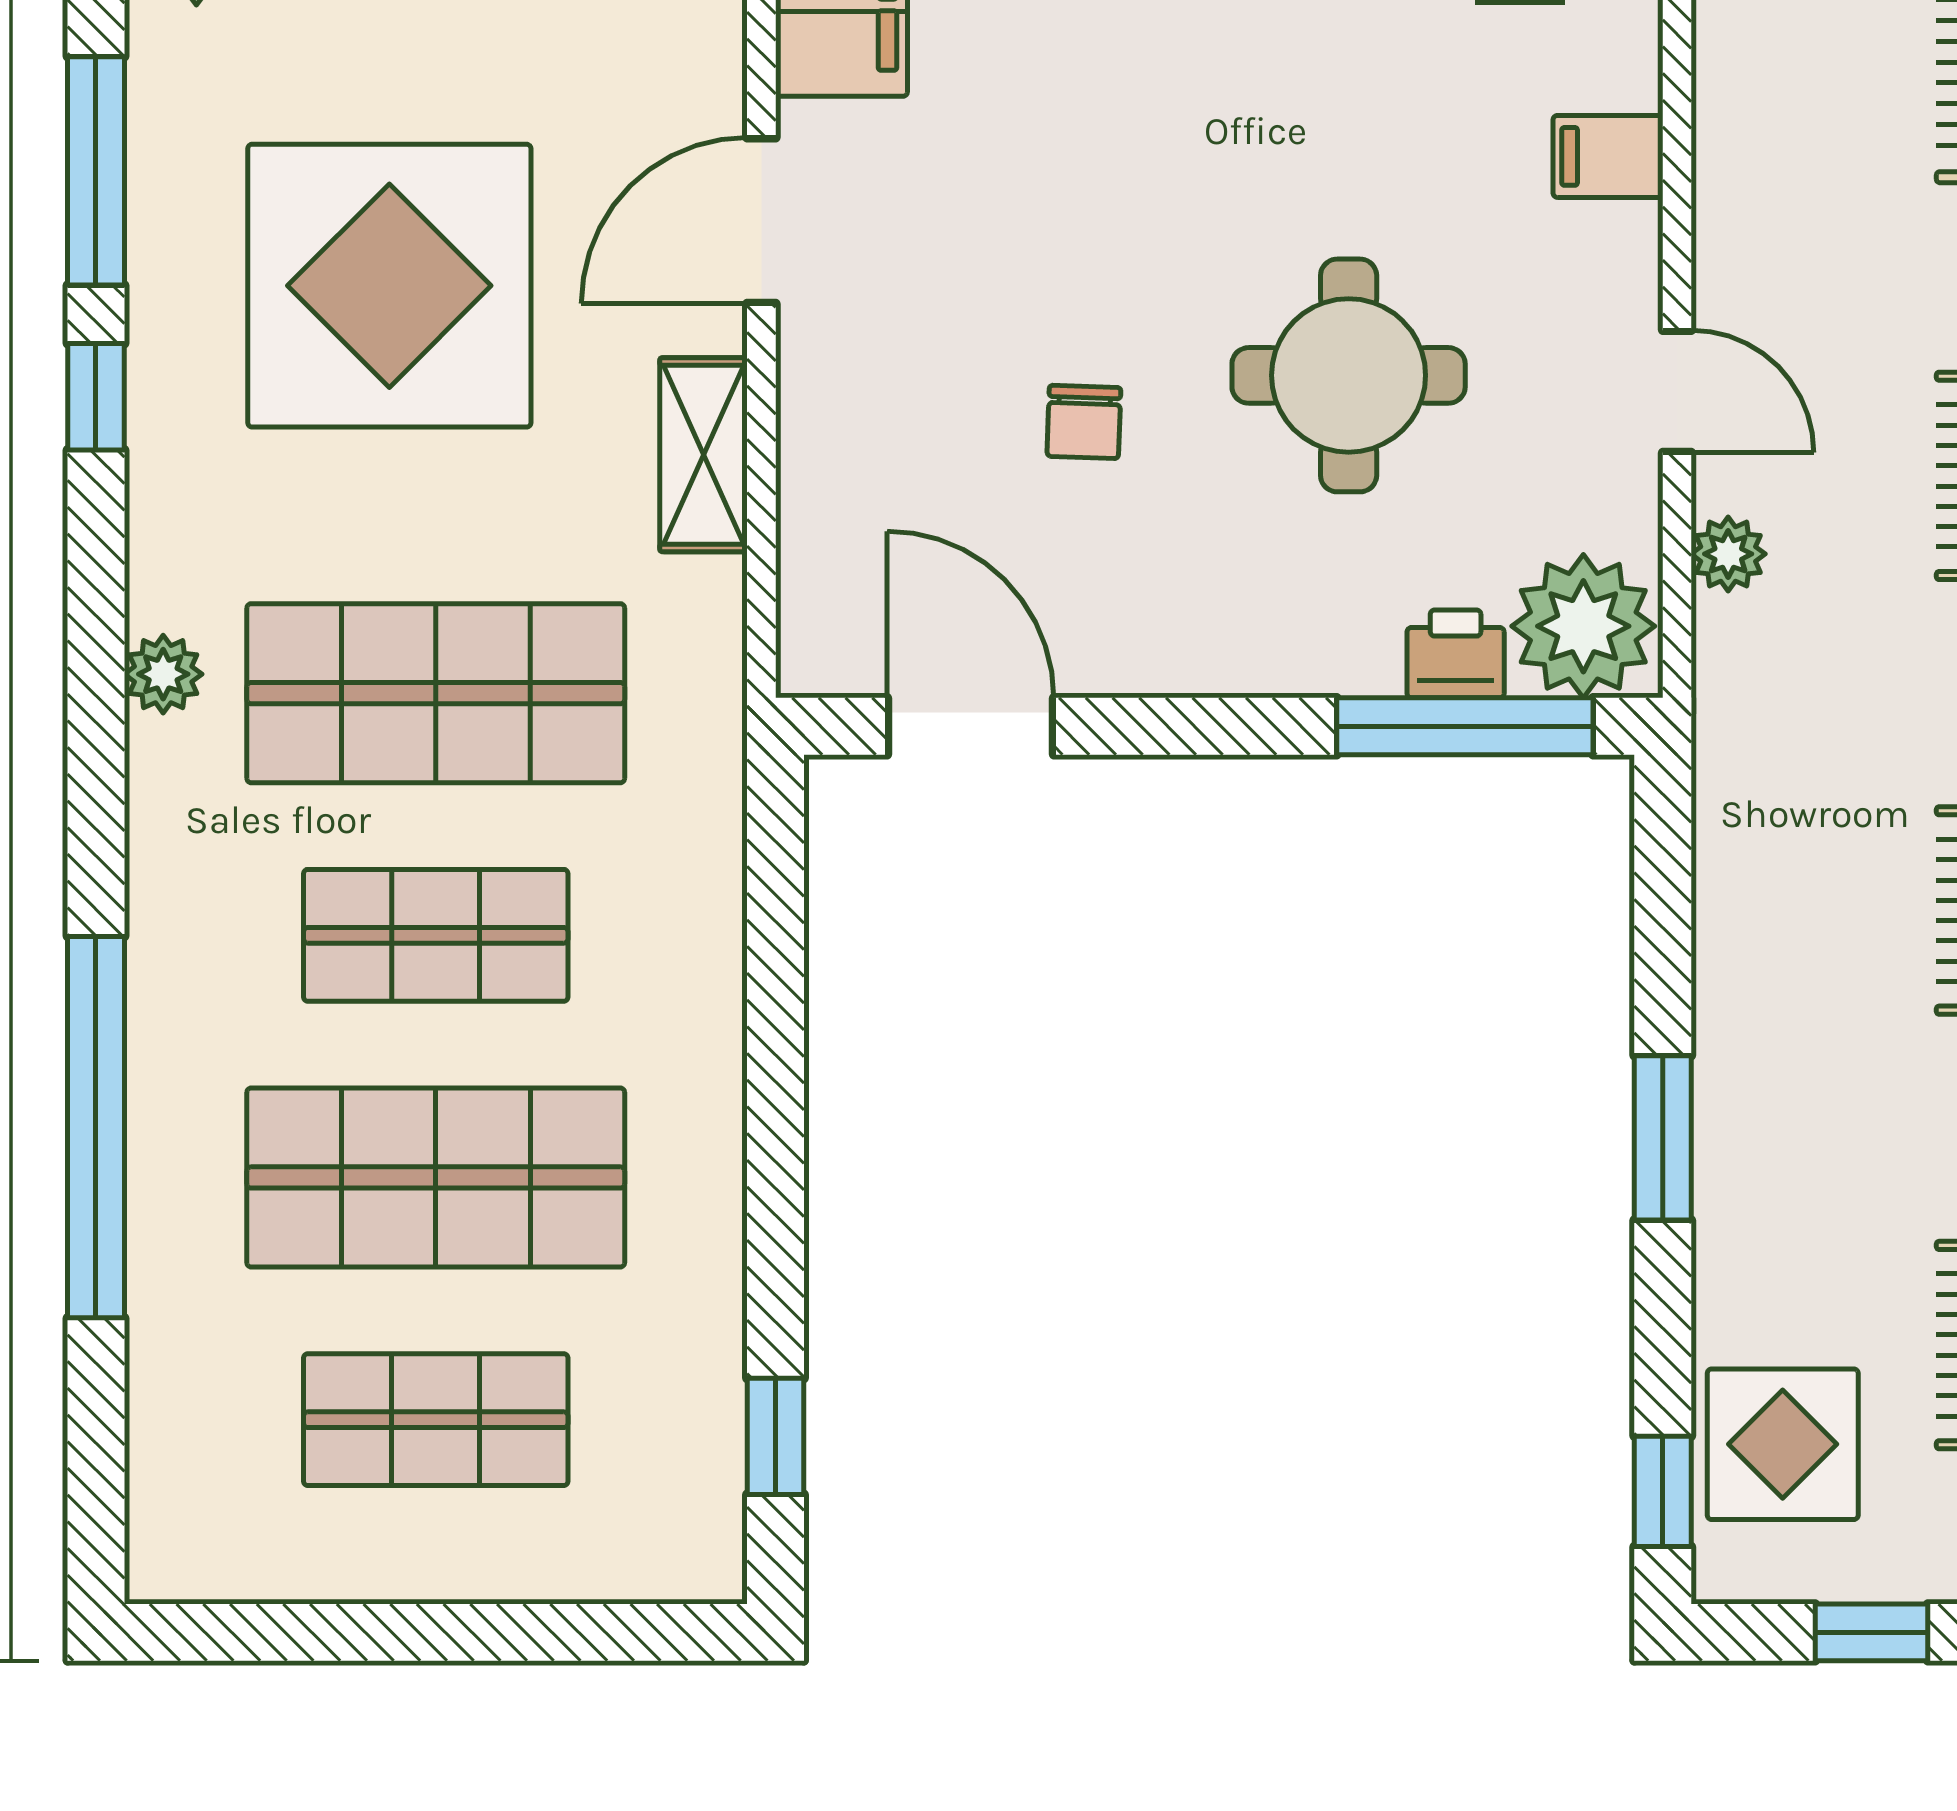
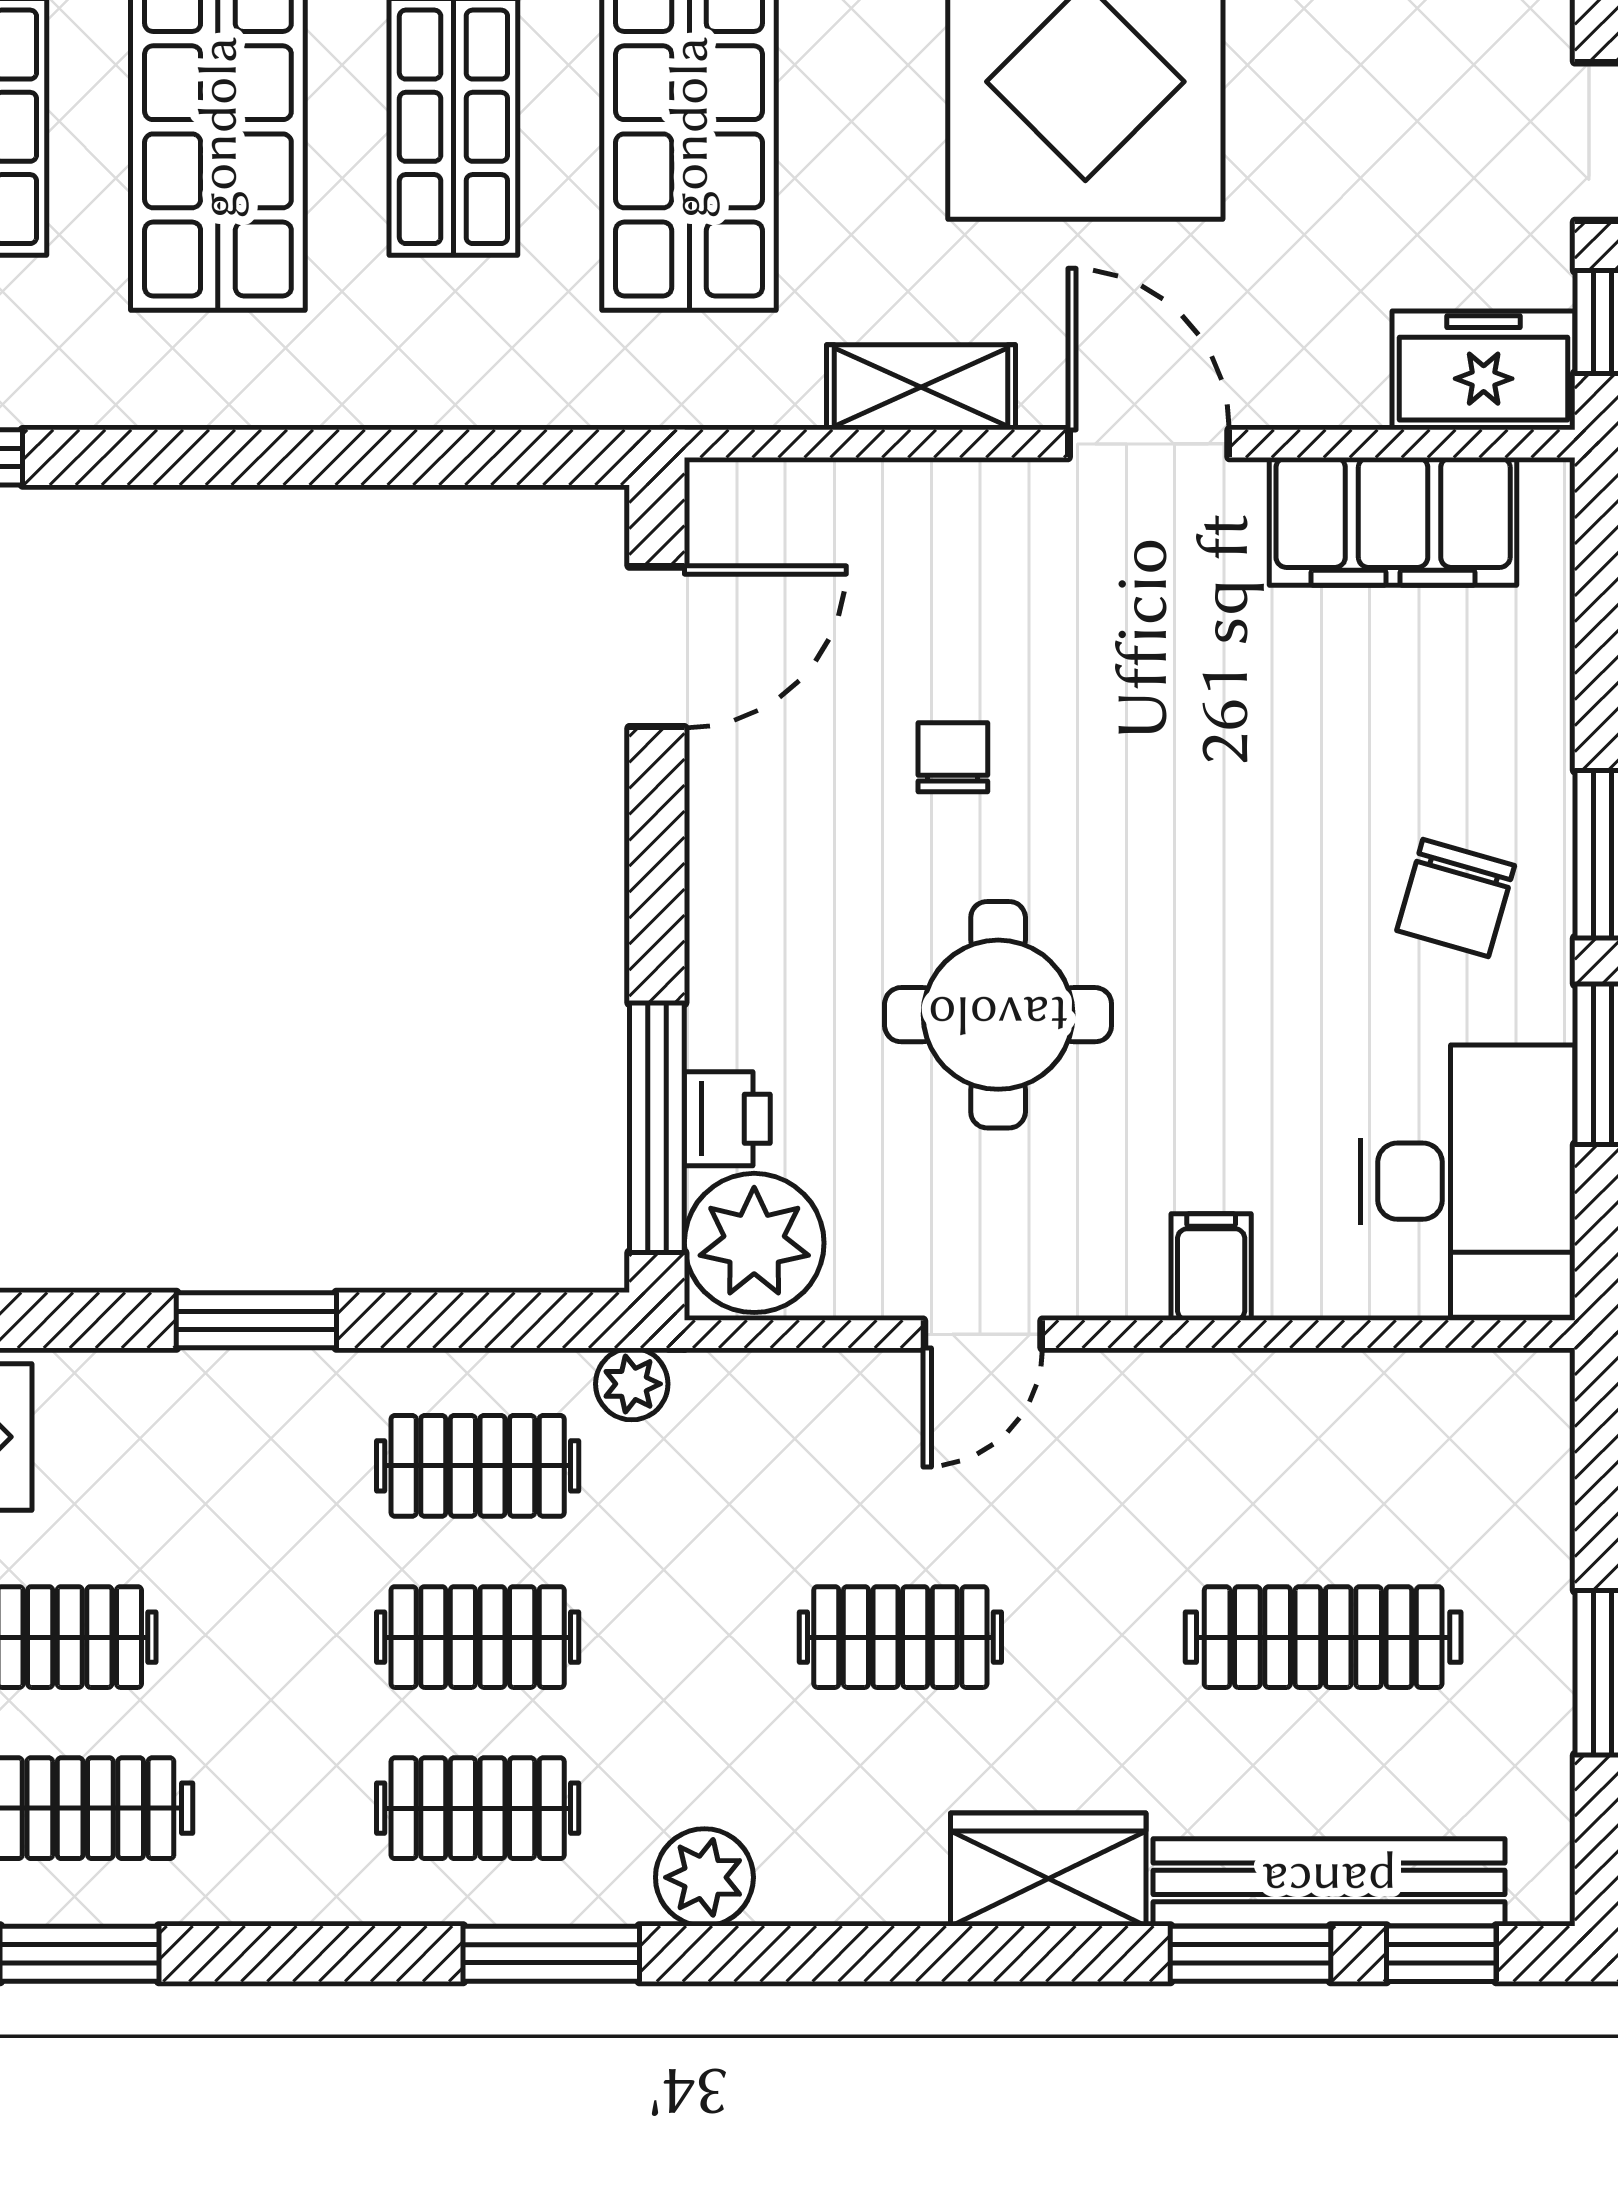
chair: (1084, 422) -> (953, 757), turned 88
plant: (1728, 554) -> (632, 1384), moved
clothes rail: (1812, 910) -> (478, 1466), added

